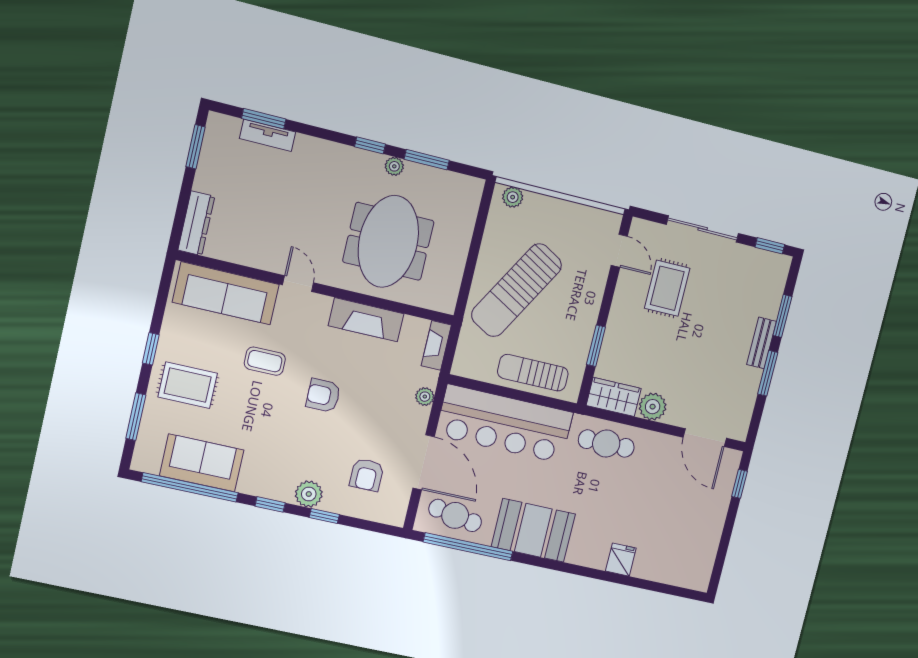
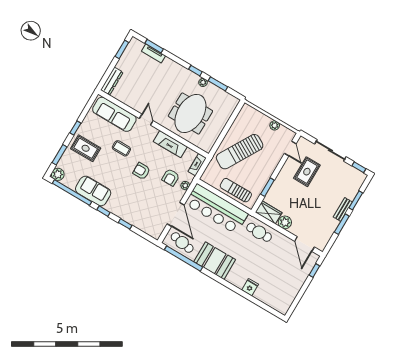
plant: (513, 197) -> (275, 125), moved
sofa: (202, 463) -> (93, 191), moved
armchair: (367, 475) -> (171, 177), moved
plant: (309, 494) -> (58, 174), moved

